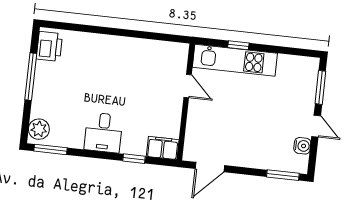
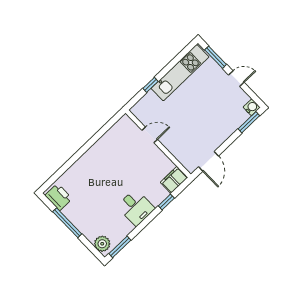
kitchen unit: (235, 60) -> (180, 73), moved
water cooler: (302, 146) -> (252, 107), moved

